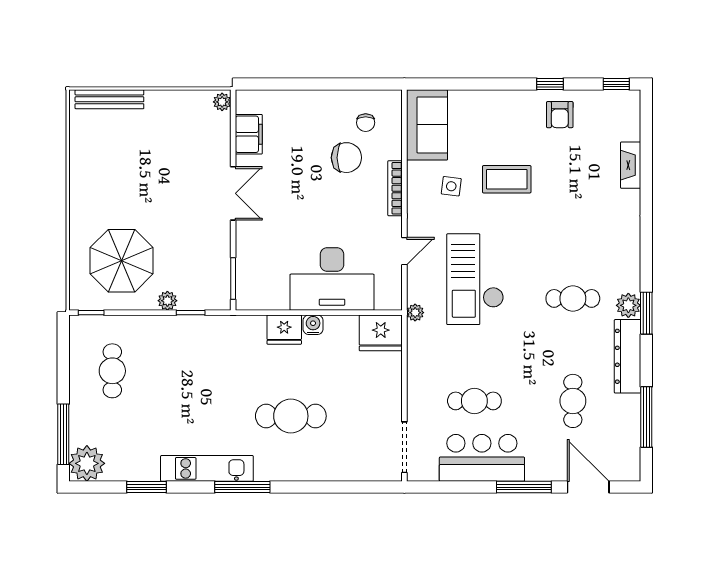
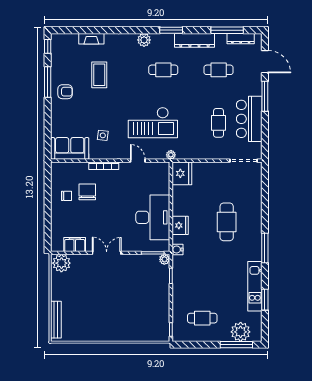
window: (550, 84) -> (48, 82), width x2.17
plant: (222, 102) -> (61, 263), width x1.88, depth x1.88
armchair: (560, 115) -> (65, 92), moved
chair: (366, 123) -> (66, 196), moved
coffee table: (507, 179) -> (99, 75), moved
parasol: (122, 261) -> (143, 313), removed
desk: (332, 279) -> (153, 217), moved
cafe table: (573, 298) -> (163, 70), turned 90
plant: (167, 301) -> (164, 259), moved
plant: (628, 305) -> (144, 40), moved
water cooler: (313, 325) -> (177, 249), moved
dresser: (631, 442) -> (241, 39), added
plant: (87, 463) -> (241, 332), moved
kitchen unit: (207, 468) -> (255, 286), moved
door: (588, 487) -> (265, 62), swing flipped

